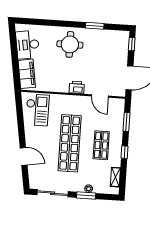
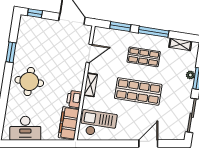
filing cabinet: (27, 74) -> (69, 123), moved, turned -81
printer: (77, 87) -> (74, 99), moved
shelving: (72, 100) -> (91, 85), added
shop shelf: (70, 143) -> (138, 91), width x0.71
window: (125, 152) -> (154, 32), width x2.17

